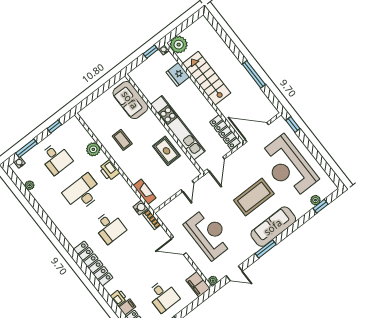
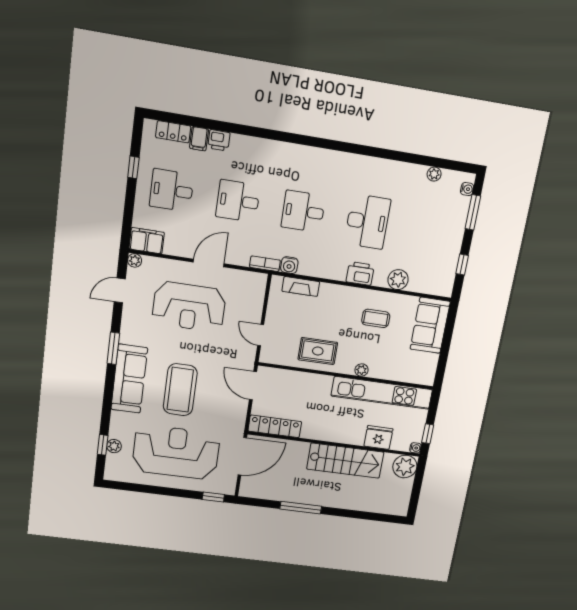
sofa: (130, 100) -> (430, 325), moved, turned -90
plant: (154, 120) -> (361, 370), added
kitchen unit: (178, 128) -> (382, 393), moved
desk: (56, 158) -> (238, 201), moved
locker: (93, 263) -> (284, 153), removed

